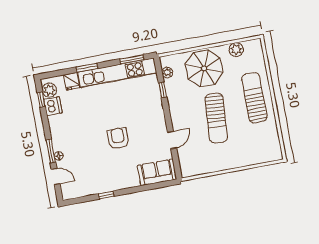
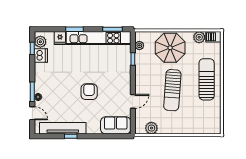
barbecue: (253, 46) -> (213, 37), added
plant: (200, 168) -> (151, 128), added
tv unit: (95, 187) -> (63, 128), added

